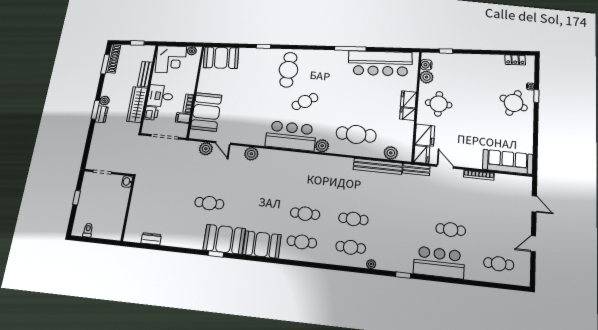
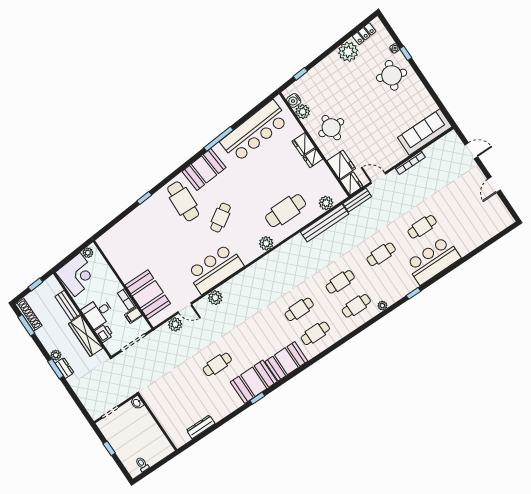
booth: (221, 58) -> (204, 169), moved
plant: (494, 63) -> (348, 52), added
bar counter: (291, 136) -> (215, 269), moved
dresser: (151, 239) -> (201, 427), width x1.44
cafe table: (499, 264) -> (381, 254), moved

